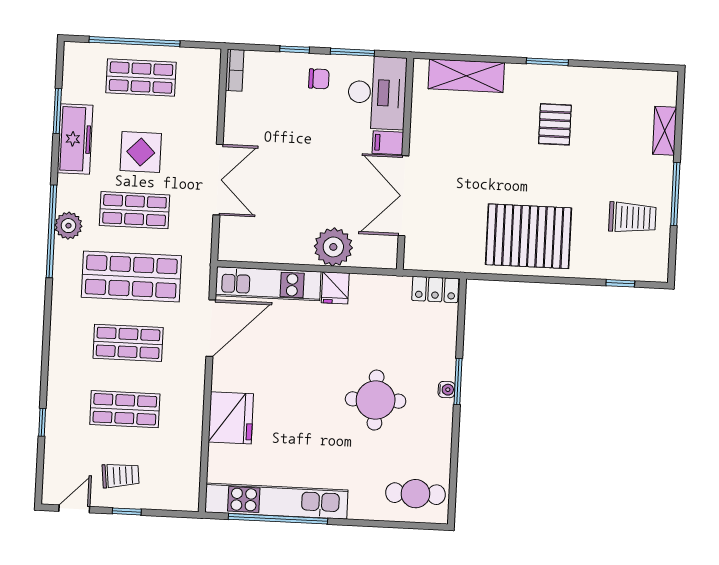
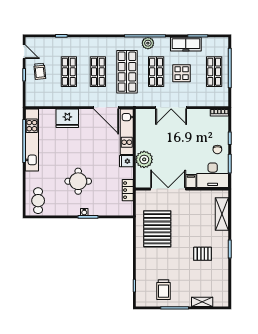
pallet: (529, 236) -> (157, 229), moved
locker: (435, 289) -> (128, 190), moved

